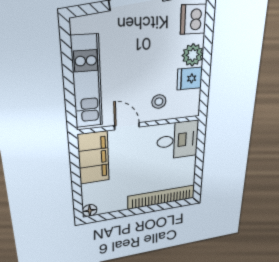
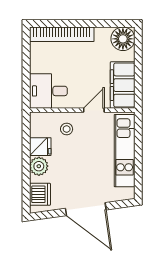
door: (127, 126) -> (94, 110), swing flipped
floor lamp: (90, 210) -> (123, 39), width x1.89, depth x1.89

